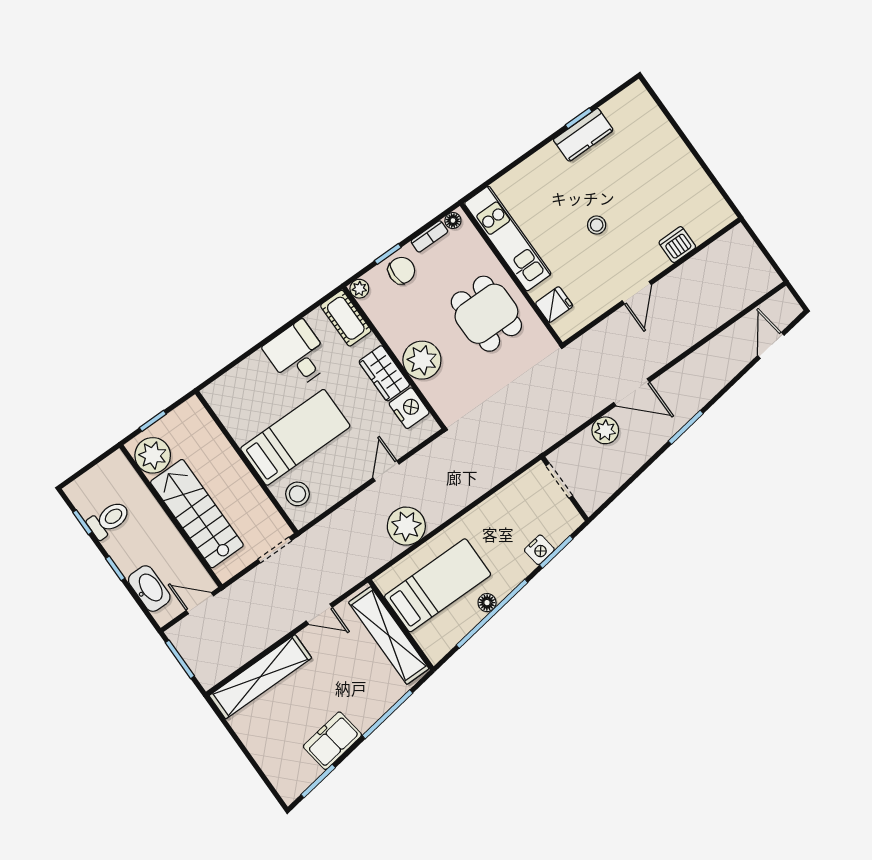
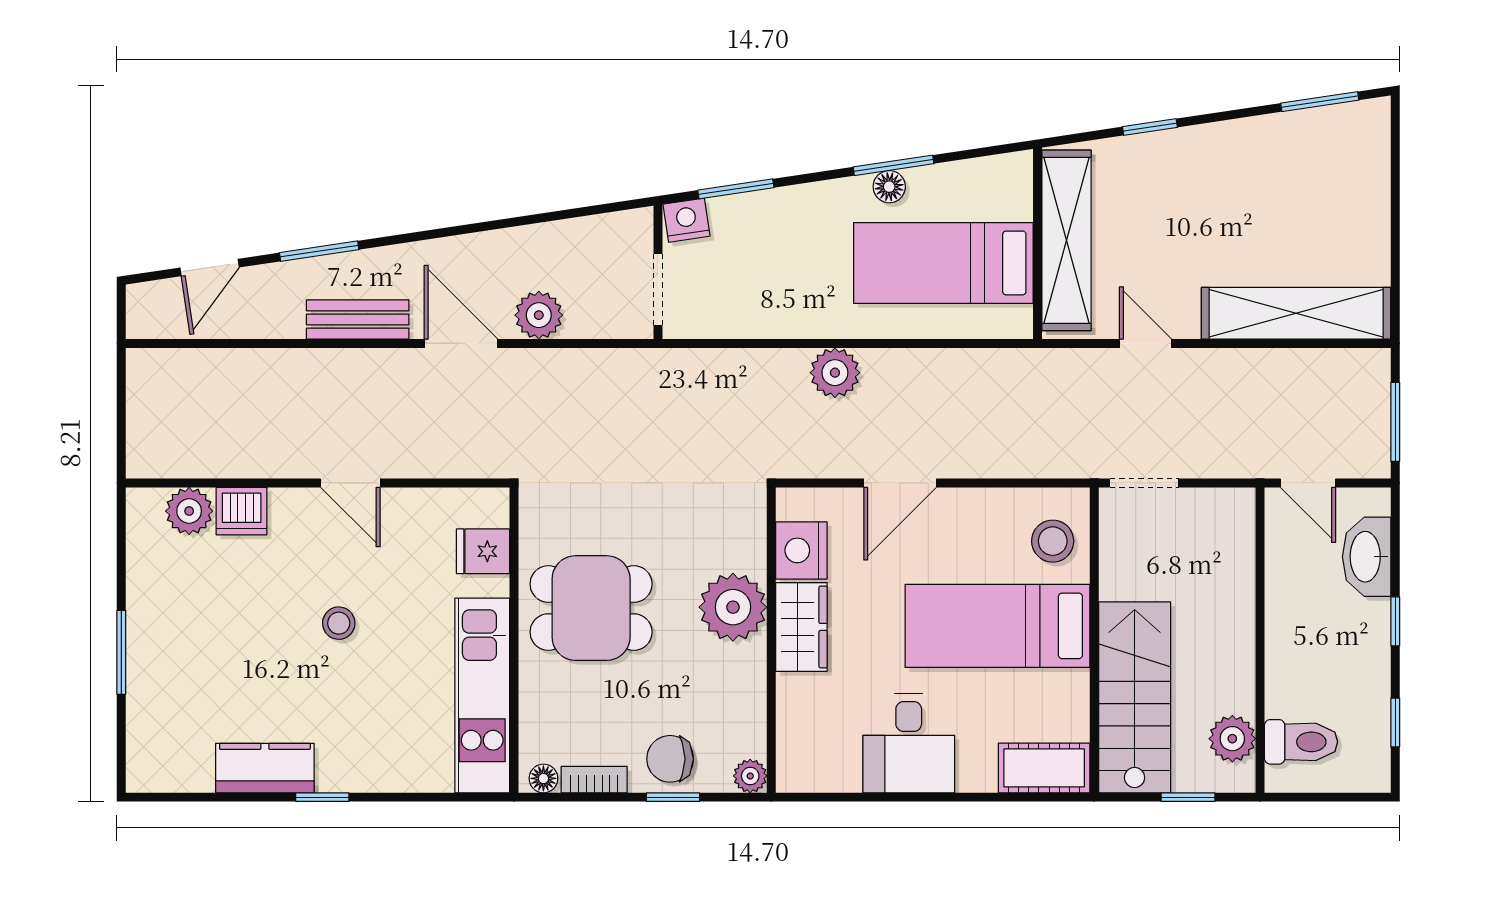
window: (579, 118) -> (322, 797), moved
window: (686, 141) -> (121, 652), added
plant: (701, 228) -> (189, 511), added
door: (637, 293) -> (350, 483), swing flipped
dining table: (486, 314) -> (591, 608), turned 90
cot: (346, 318) -> (1044, 768), moved, turned 90
bench: (686, 370) -> (358, 319), added
window: (686, 427) -> (319, 251), moved
plant: (153, 455) -> (1232, 739), width x0.73, depth x0.73
door: (386, 471) -> (900, 483), width x1.38
stairs: (197, 514) -> (1135, 697), moved, turned 180
toilet: (109, 520) -> (1301, 742), moved, turned 180
plant: (406, 526) -> (835, 373), moved, width x0.73, depth x0.73
nightstand: (539, 550) -> (686, 220), moved
window: (492, 614) -> (893, 165), width x0.47
window: (387, 714) -> (1150, 127), width x0.46
freezer: (332, 741) -> (1257, 146), removed

